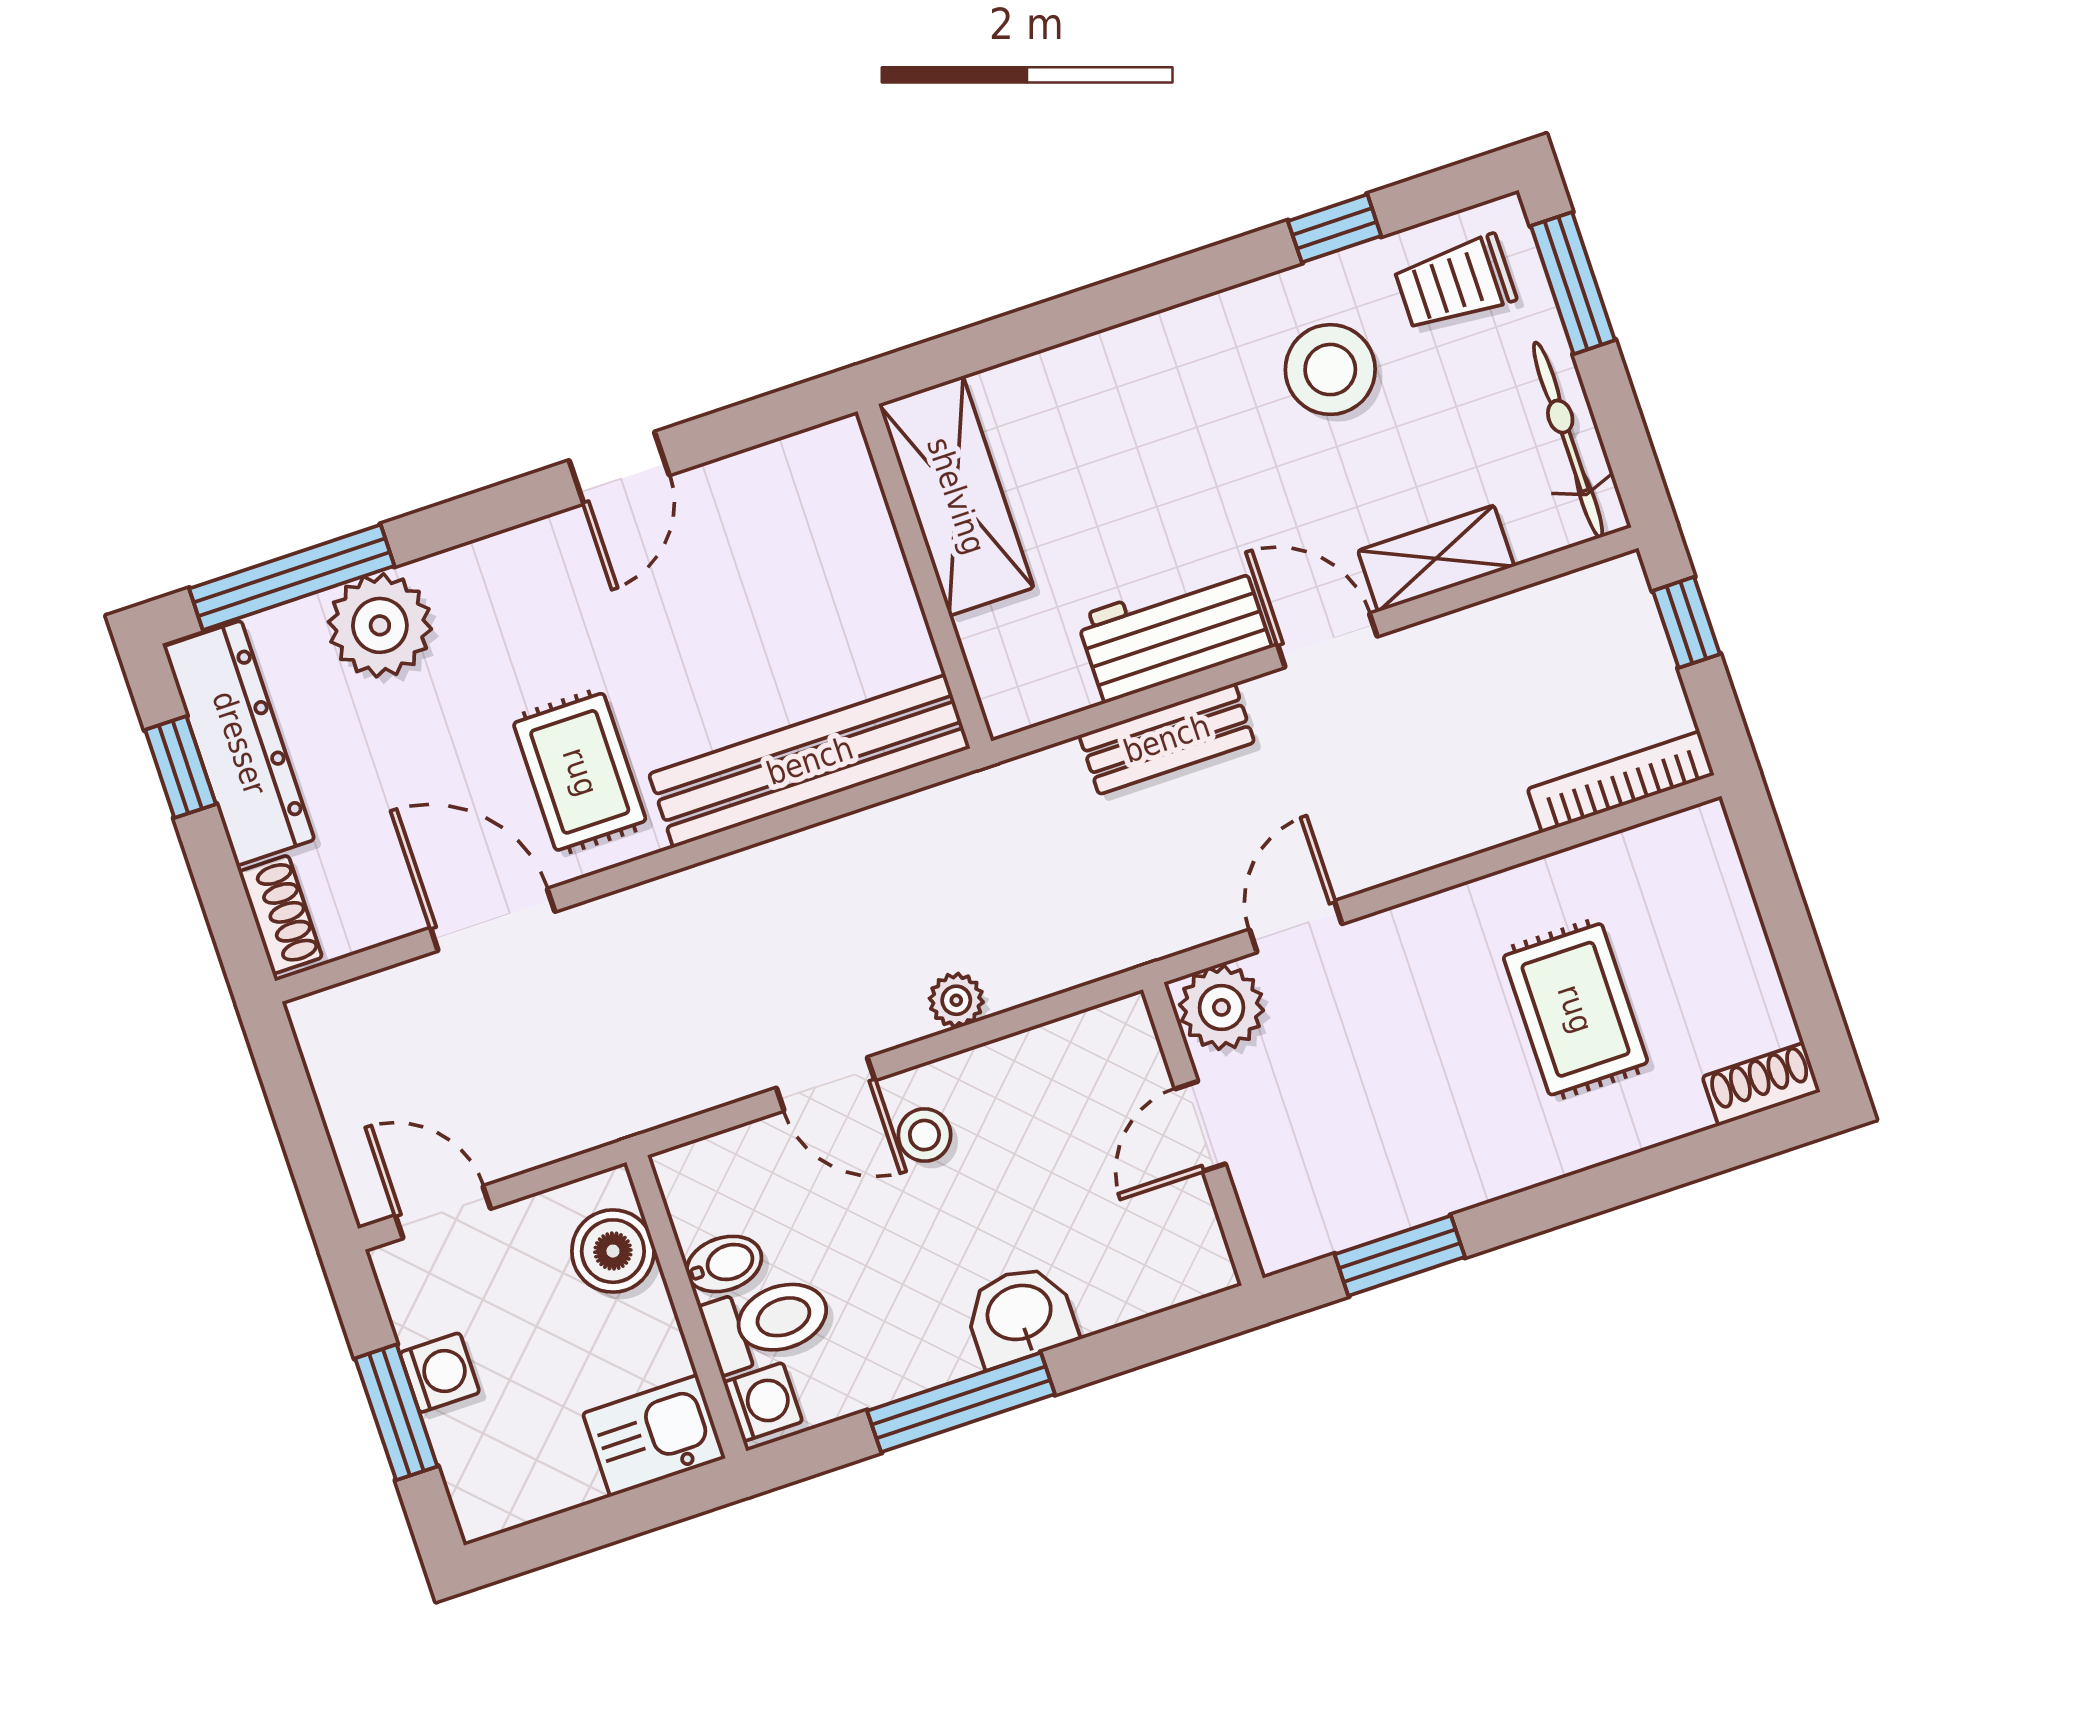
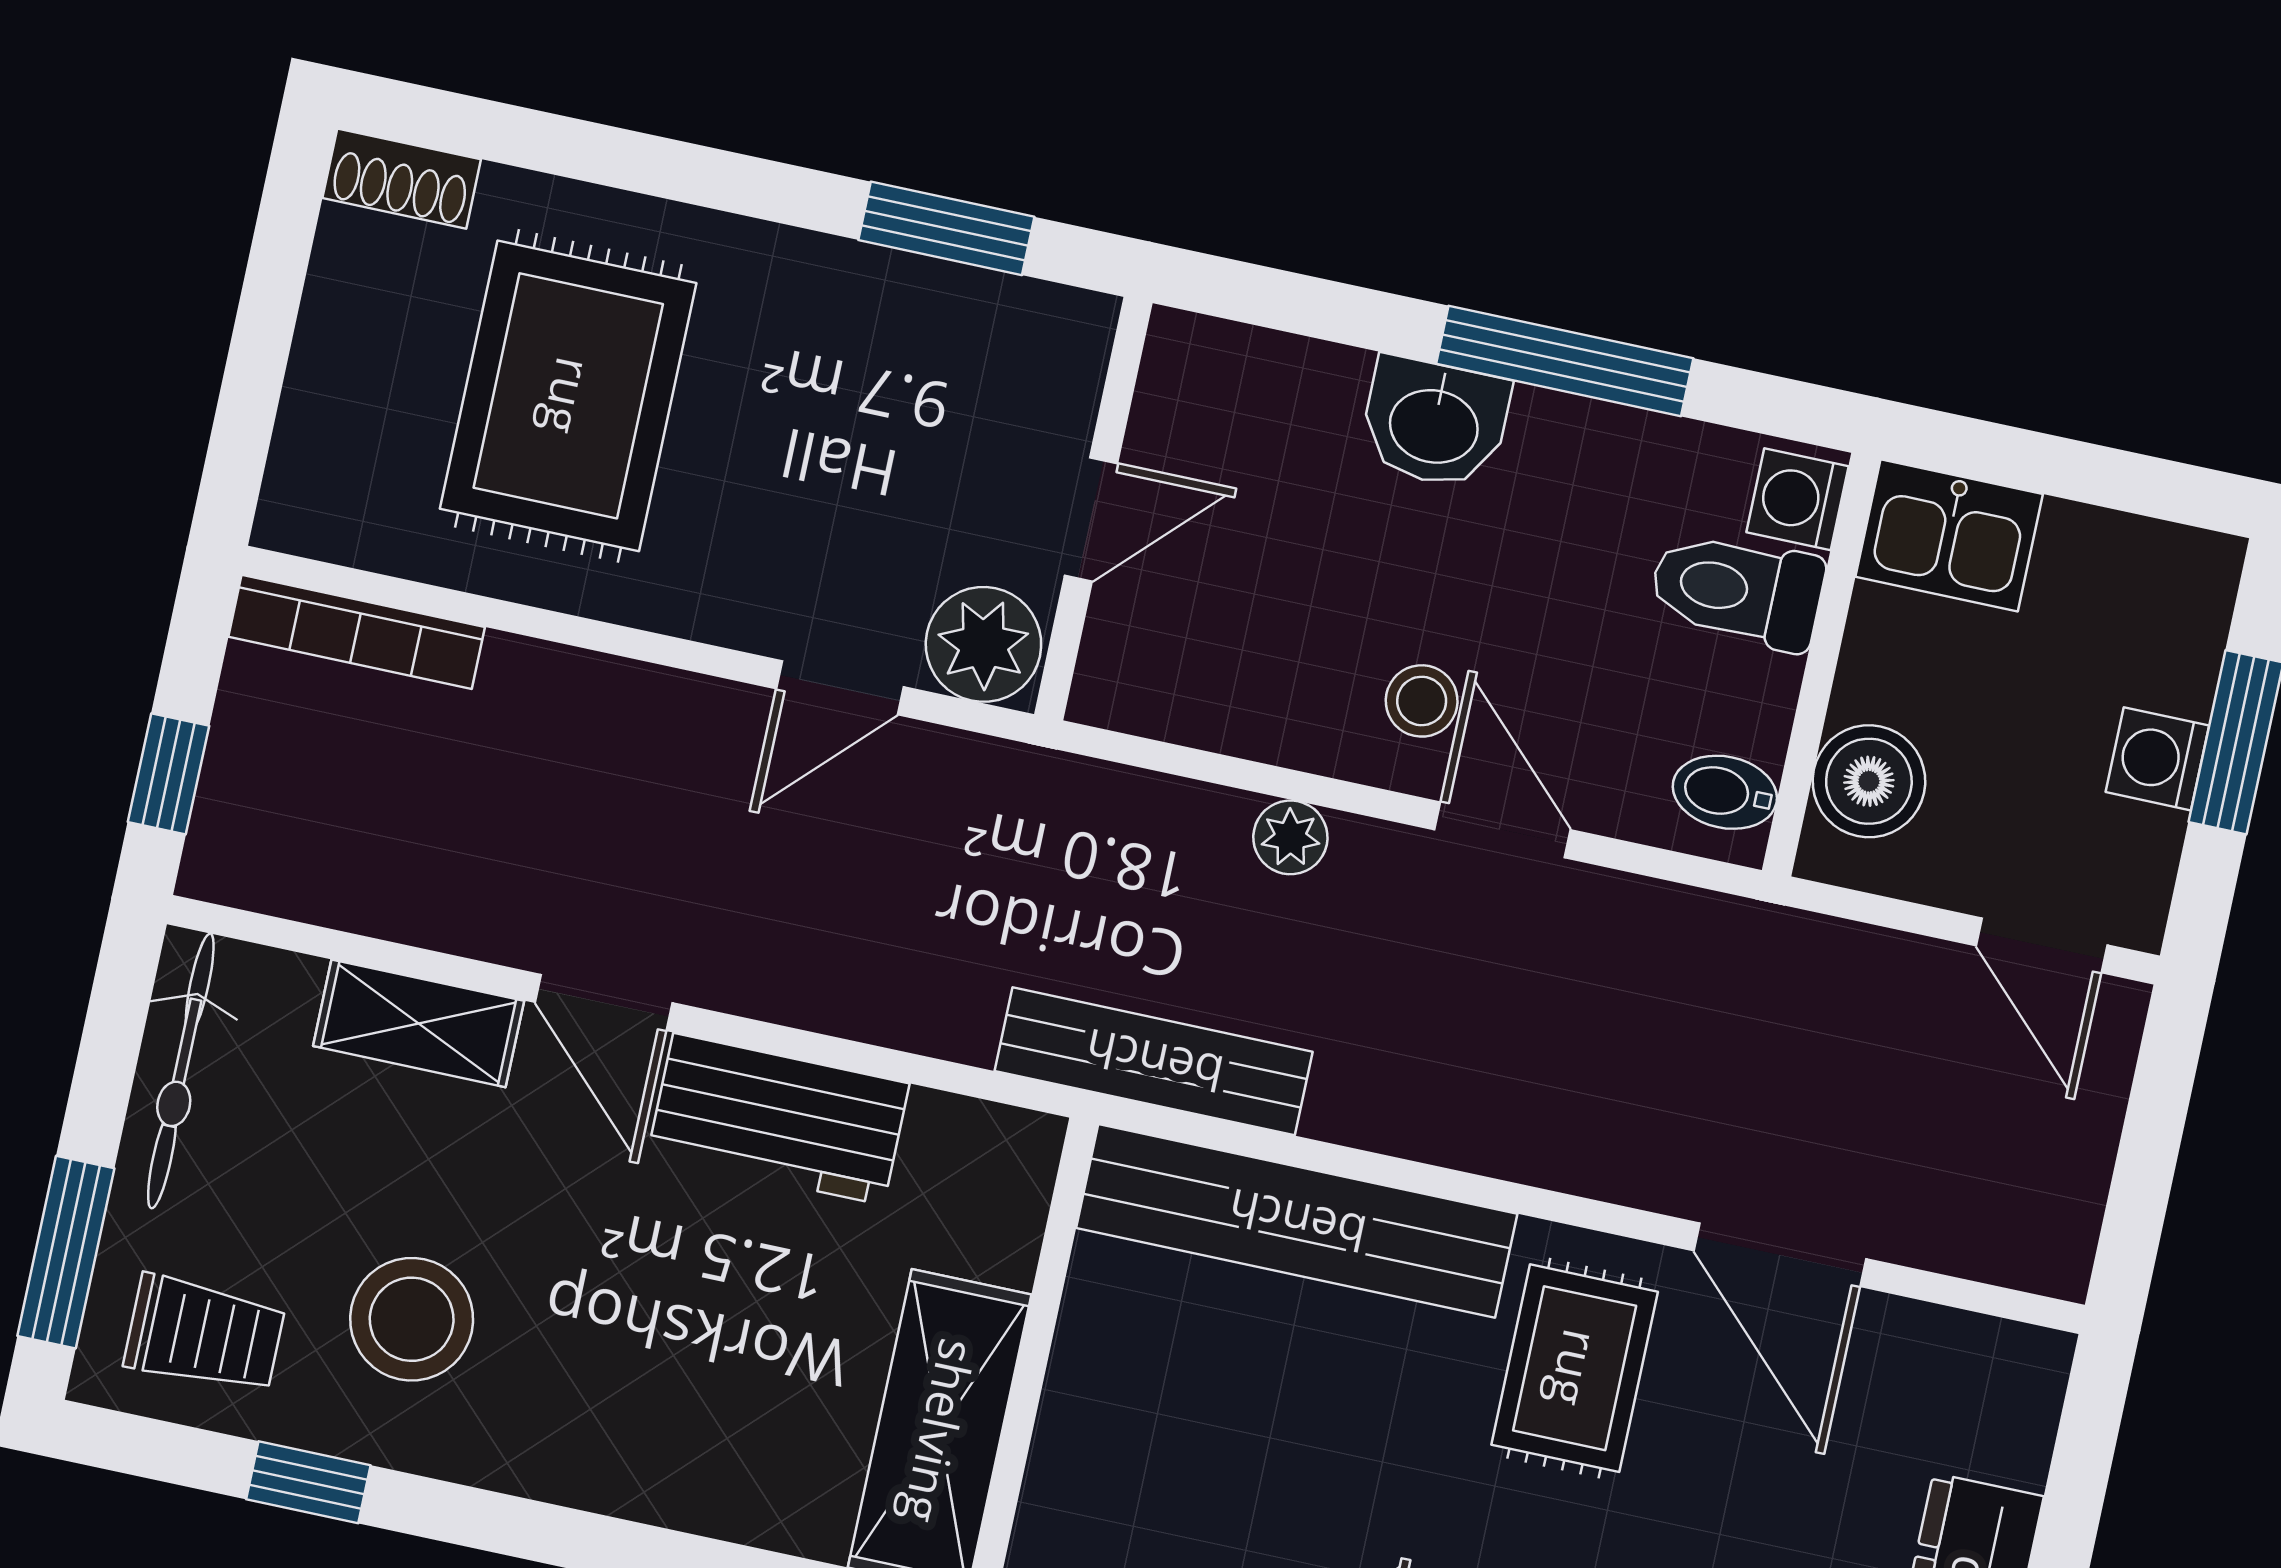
bench: (1167, 739) -> (1154, 1061), moved, width x1.36
shoe rack: (280, 915) -> (2026, 1409), removed
rug: (1575, 1009) -> (568, 396), width x1.36, depth x1.43
bidet: (724, 1264) -> (1725, 792), moved

